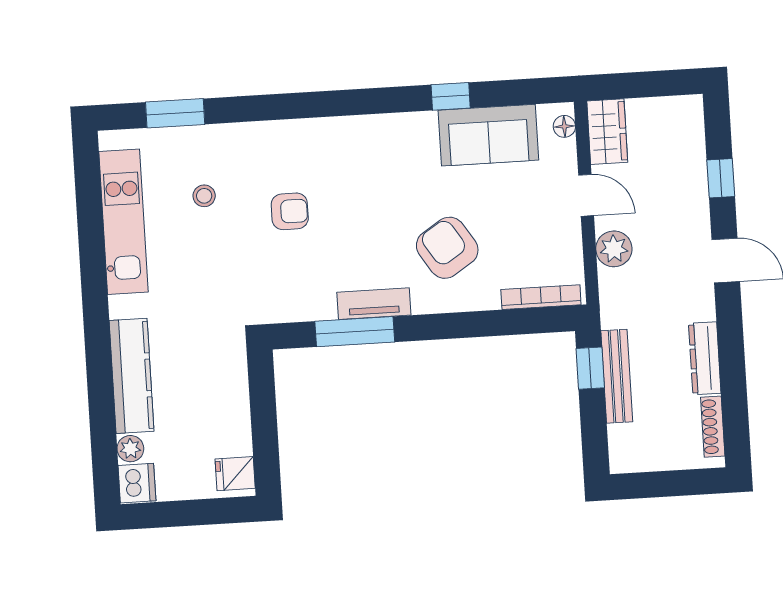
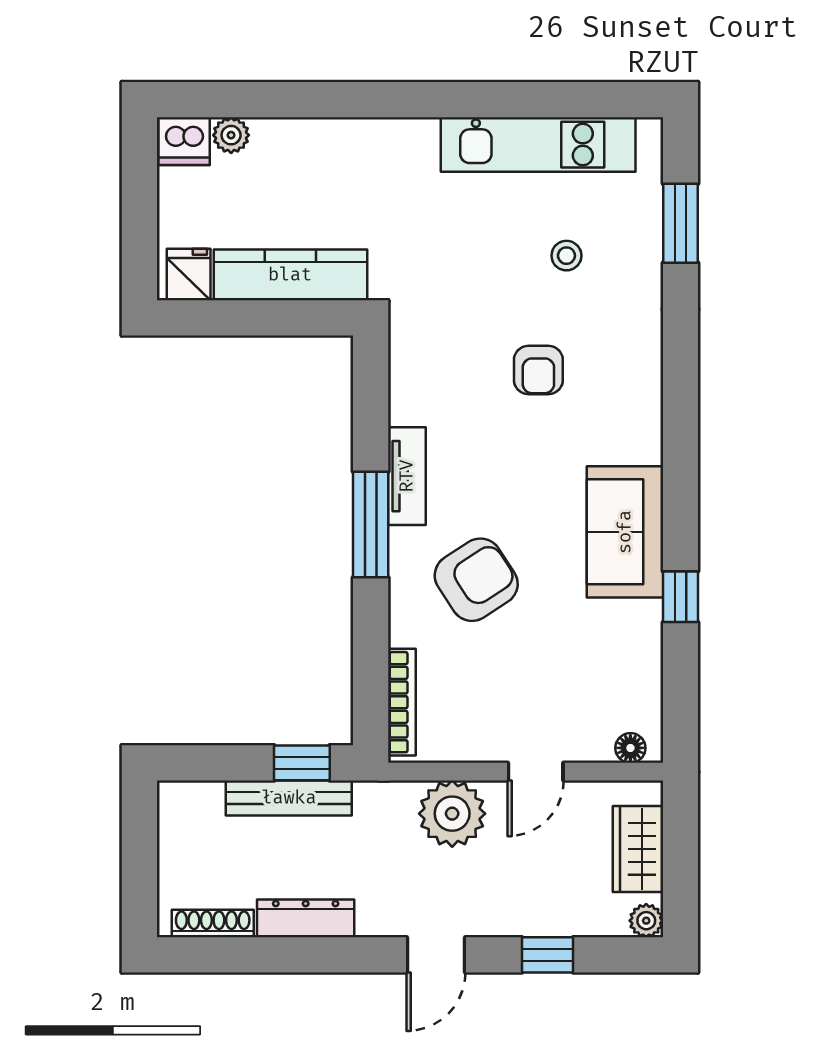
plant: (691, 107) -> (646, 921), added
wardrobe: (607, 132) -> (638, 849), moved, turned 90
sofa: (488, 135) -> (625, 532), moved
plant: (614, 249) -> (452, 814), width x1.36, depth x1.36
window: (355, 332) -> (371, 525), moved
kitchen counter: (132, 376) -> (290, 275), moved, turned 180

